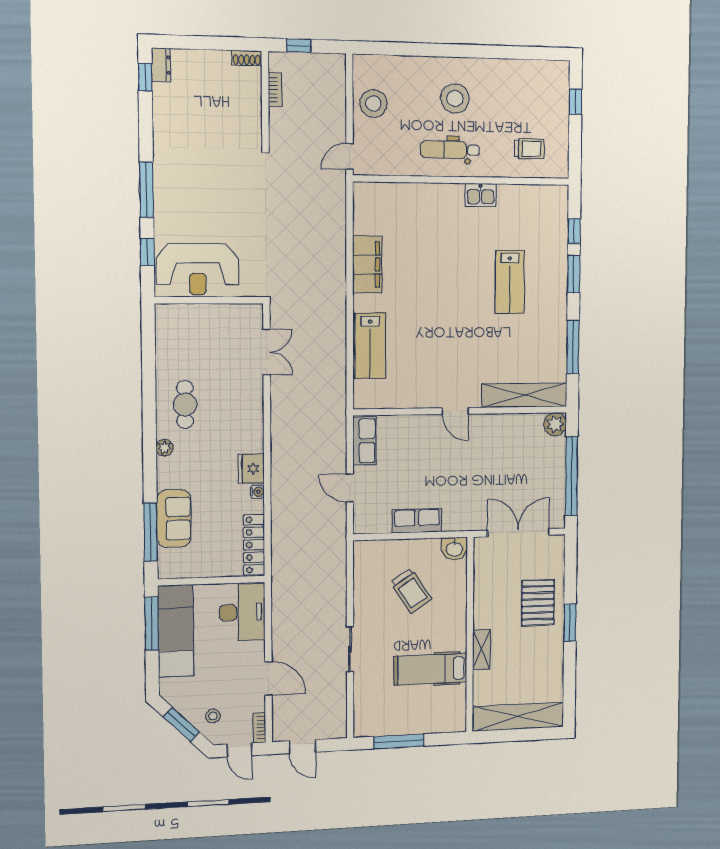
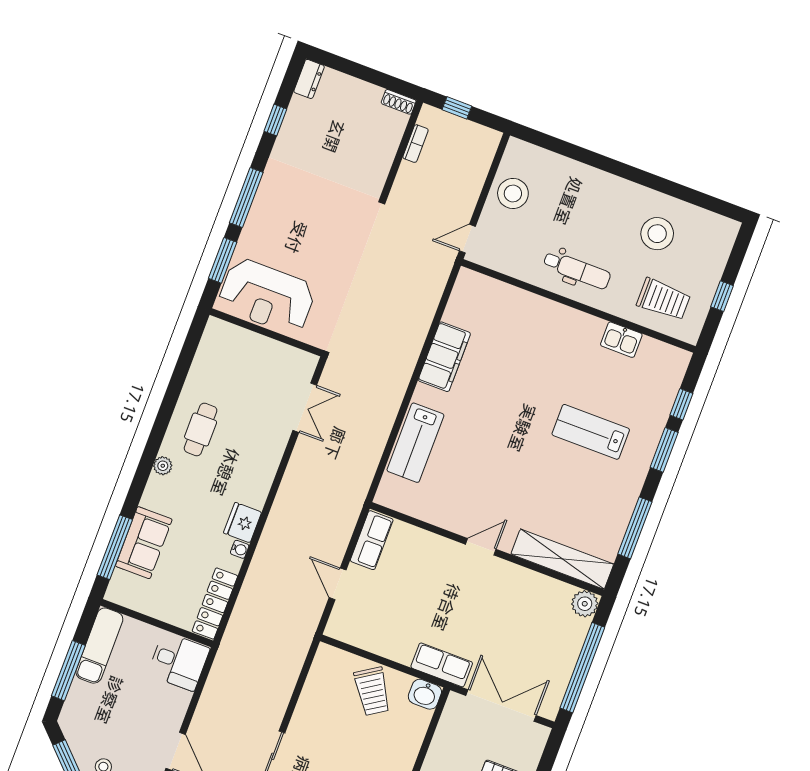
window: (145, 77) -> (275, 120), moved
stool: (455, 98) -> (657, 234), moved
window: (575, 102) -> (722, 296), moved
trolley: (529, 149) -> (663, 299), width x1.36, depth x1.39
dental chair: (450, 150) -> (577, 270), turned 180
kitchen sink: (481, 195) -> (621, 340), moved
window: (147, 252) -> (223, 260), width x1.50
lab bench: (510, 282) -> (591, 432), turned 90
door: (455, 411) -> (481, 547), swing flipped
row of seats: (417, 521) -> (442, 665), moved
trolley: (411, 591) -> (372, 691), moved
desk: (242, 612) -> (179, 661), width x0.73
window: (152, 624) -> (68, 671), moved
exam couch: (176, 631) -> (99, 646), width x0.73, depth x0.69

